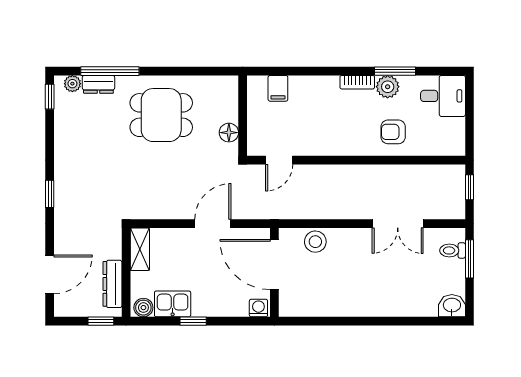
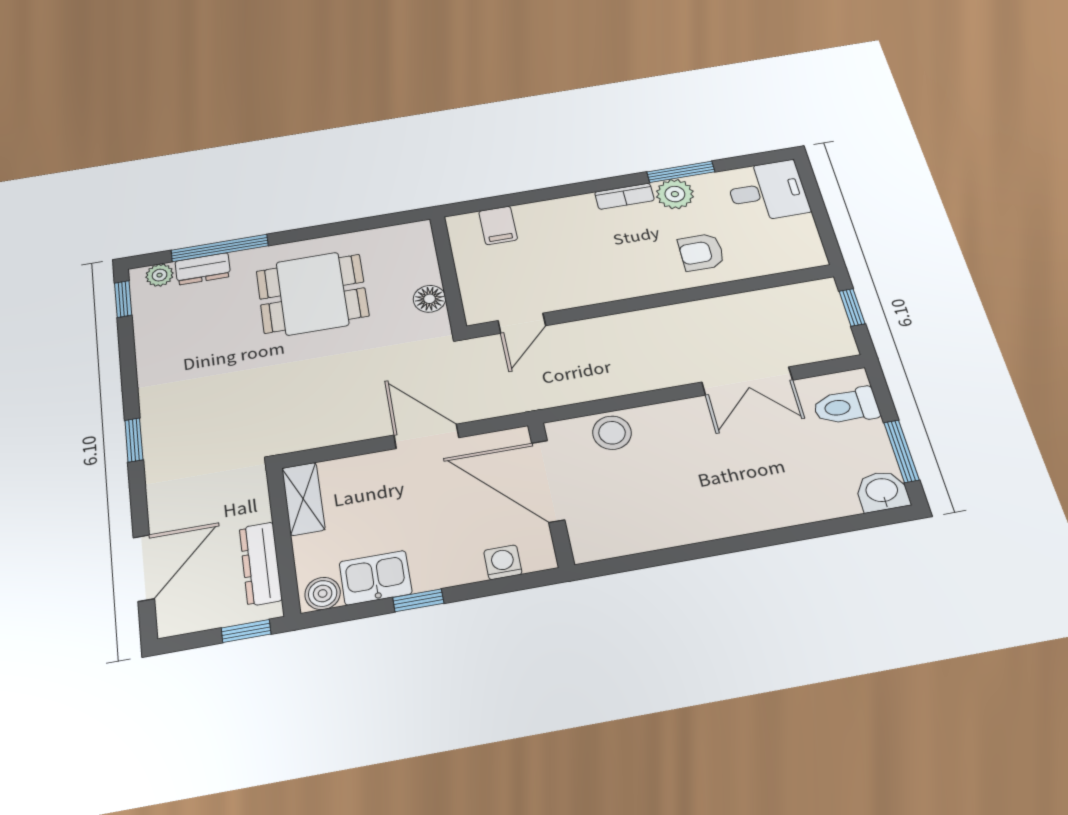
door: (213, 224) -> (426, 436), hinge flipped
toilet: (453, 250) -> (846, 406), width x1.37, depth x1.39
window: (469, 259) -> (901, 451), moved
washing machine: (258, 308) -> (503, 562), moved

